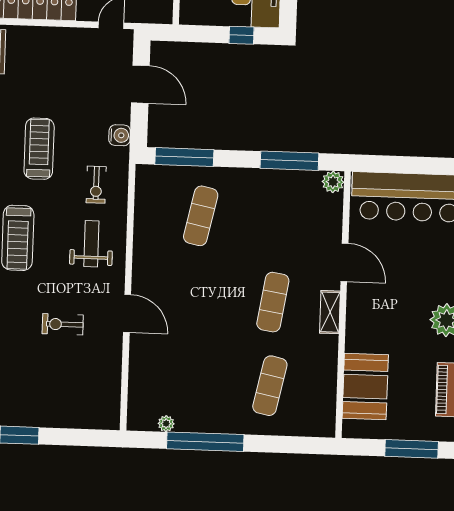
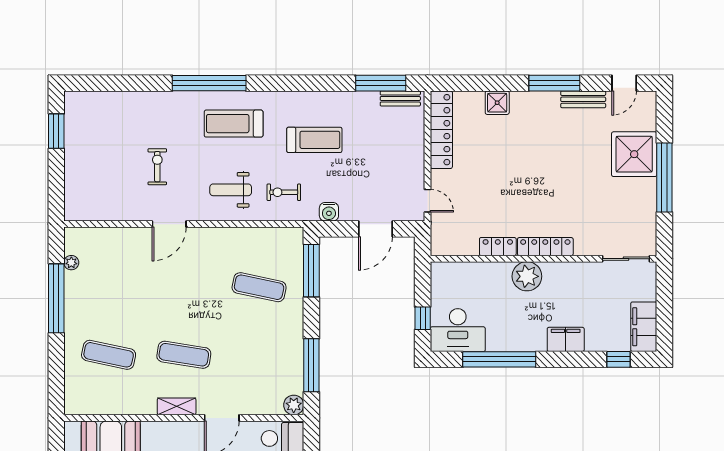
weight bench: (91, 244) -> (231, 190), turned 180

